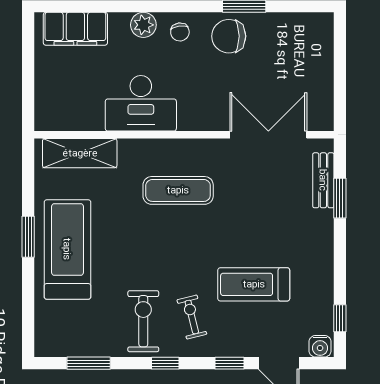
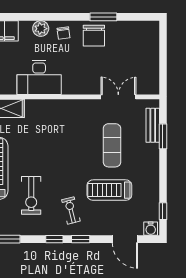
chair: (229, 36) -> (94, 36), turned -90
double door: (268, 135) -> (118, 97), width x0.73
exercise mat: (178, 190) -> (112, 145), moved, turned 90
exercise bike: (143, 321) -> (31, 195), moved, turned 180
window: (229, 363) -> (81, 239), moved

